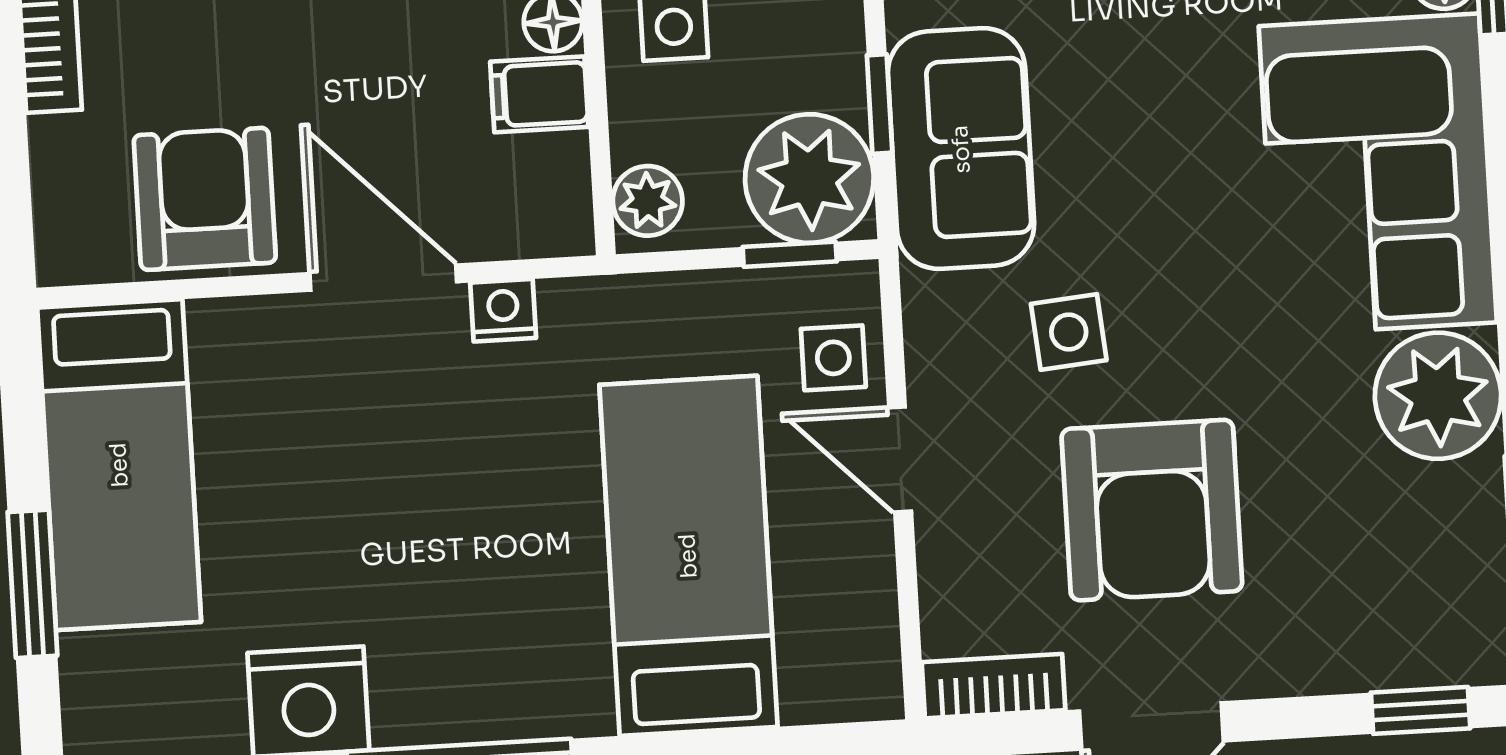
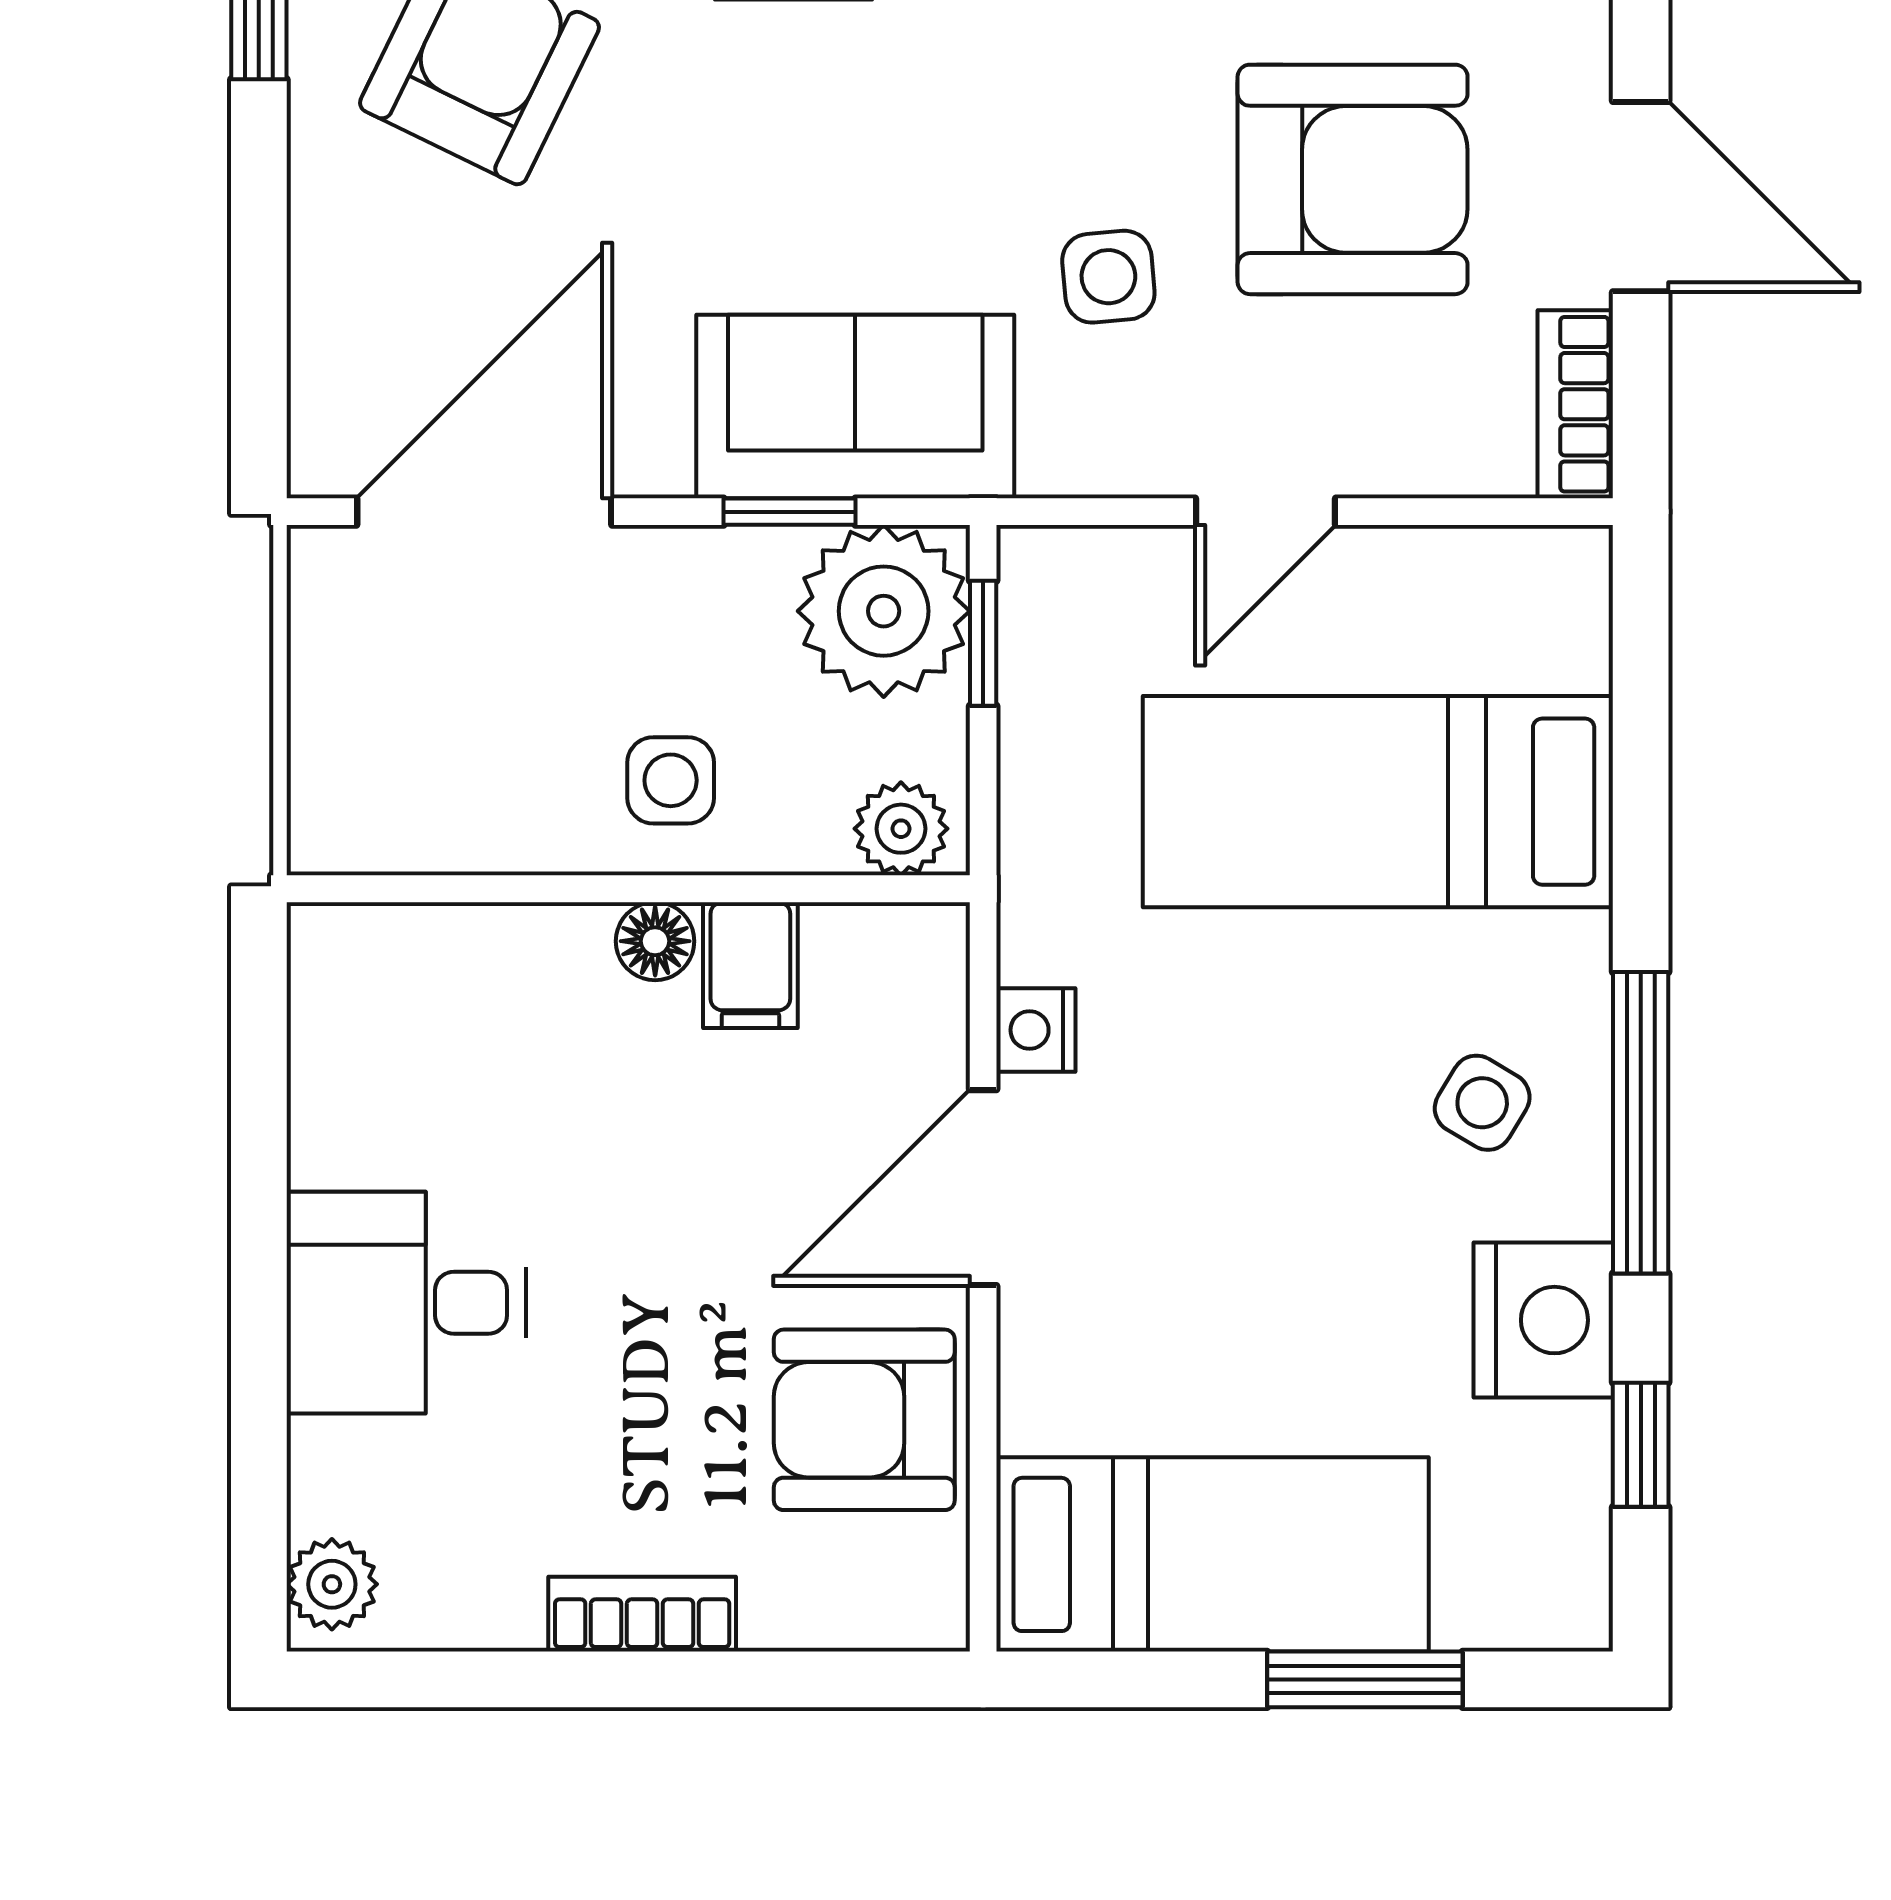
side table: (833, 358) -> (1482, 1103), moved, turned 31

